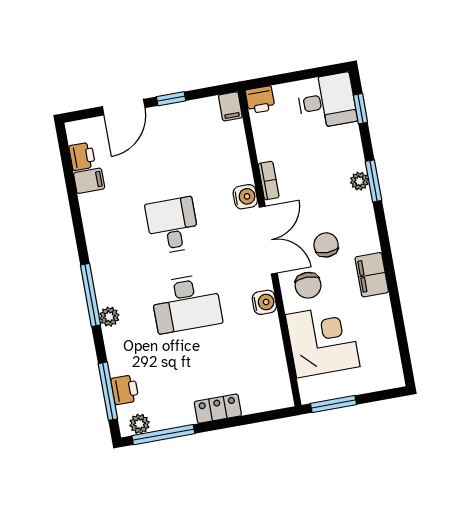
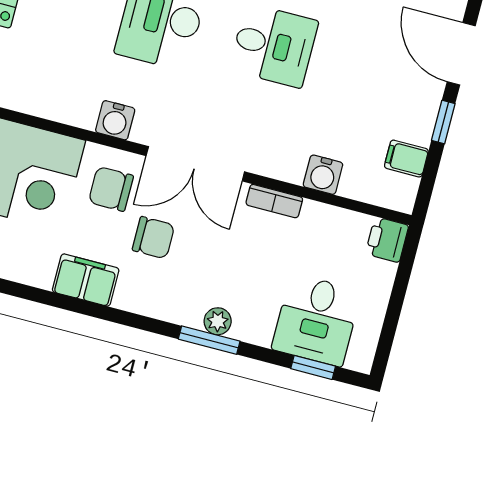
desk: (327, 101) -> (316, 320), moved
filing cabinet: (230, 106) -> (406, 159), moved
water cooler: (245, 197) -> (323, 175), moved

